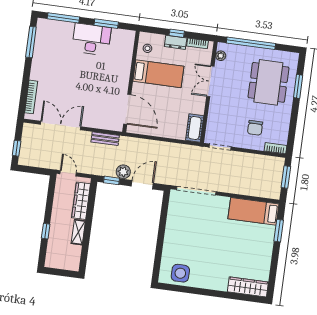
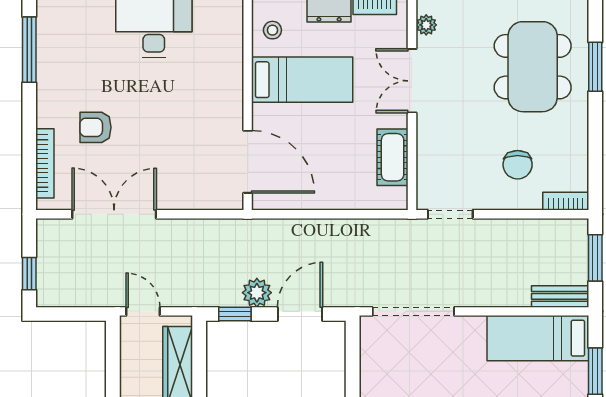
armchair: (57, 83) -> (96, 127), added
cot: (195, 128) -> (393, 157), moved
bench: (105, 139) -> (560, 296), moved

